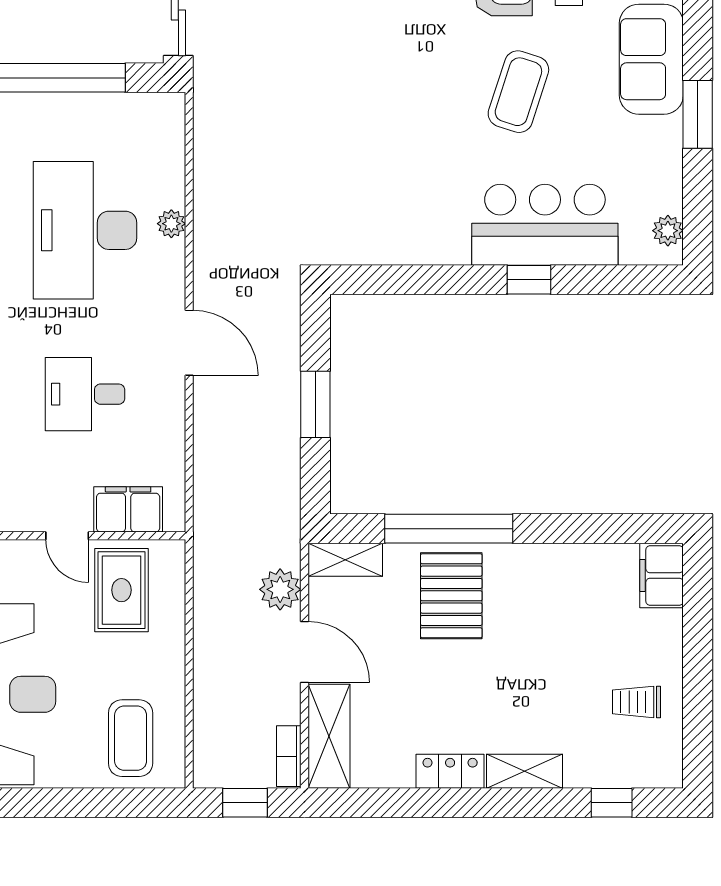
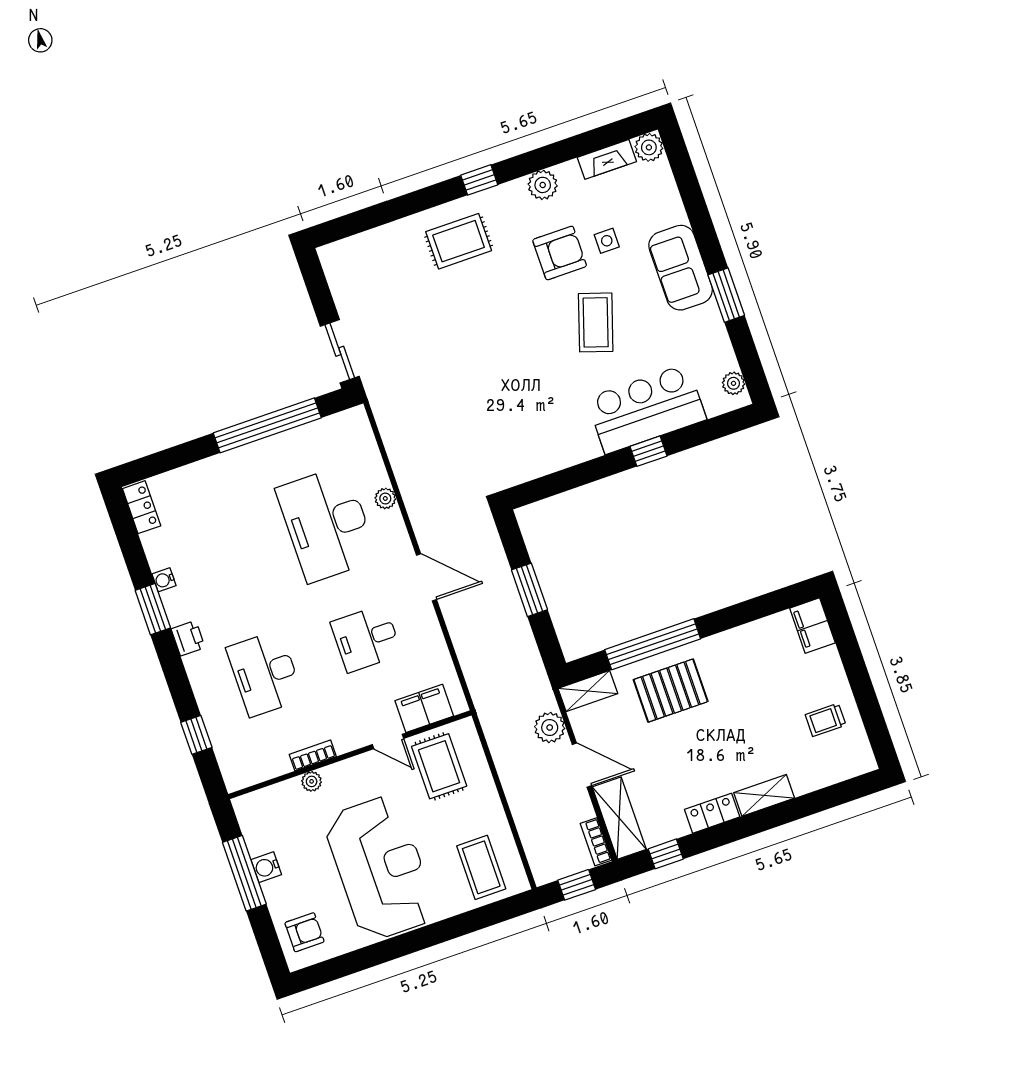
pallet: (451, 596) -> (671, 691), turned 90
window: (612, 803) -> (666, 854), moved

